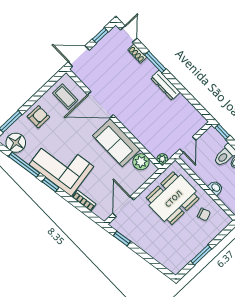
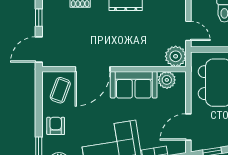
coffee table: (65, 97) -> (60, 90), turned -70
plant: (162, 159) -> (176, 56), width x1.88, depth x1.88
door: (123, 207) -> (188, 127), hinge flipped

